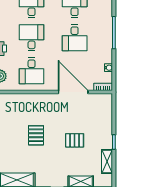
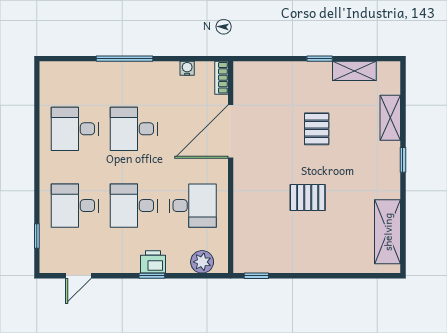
desk: (75, 38) -> (134, 129), turned 180

